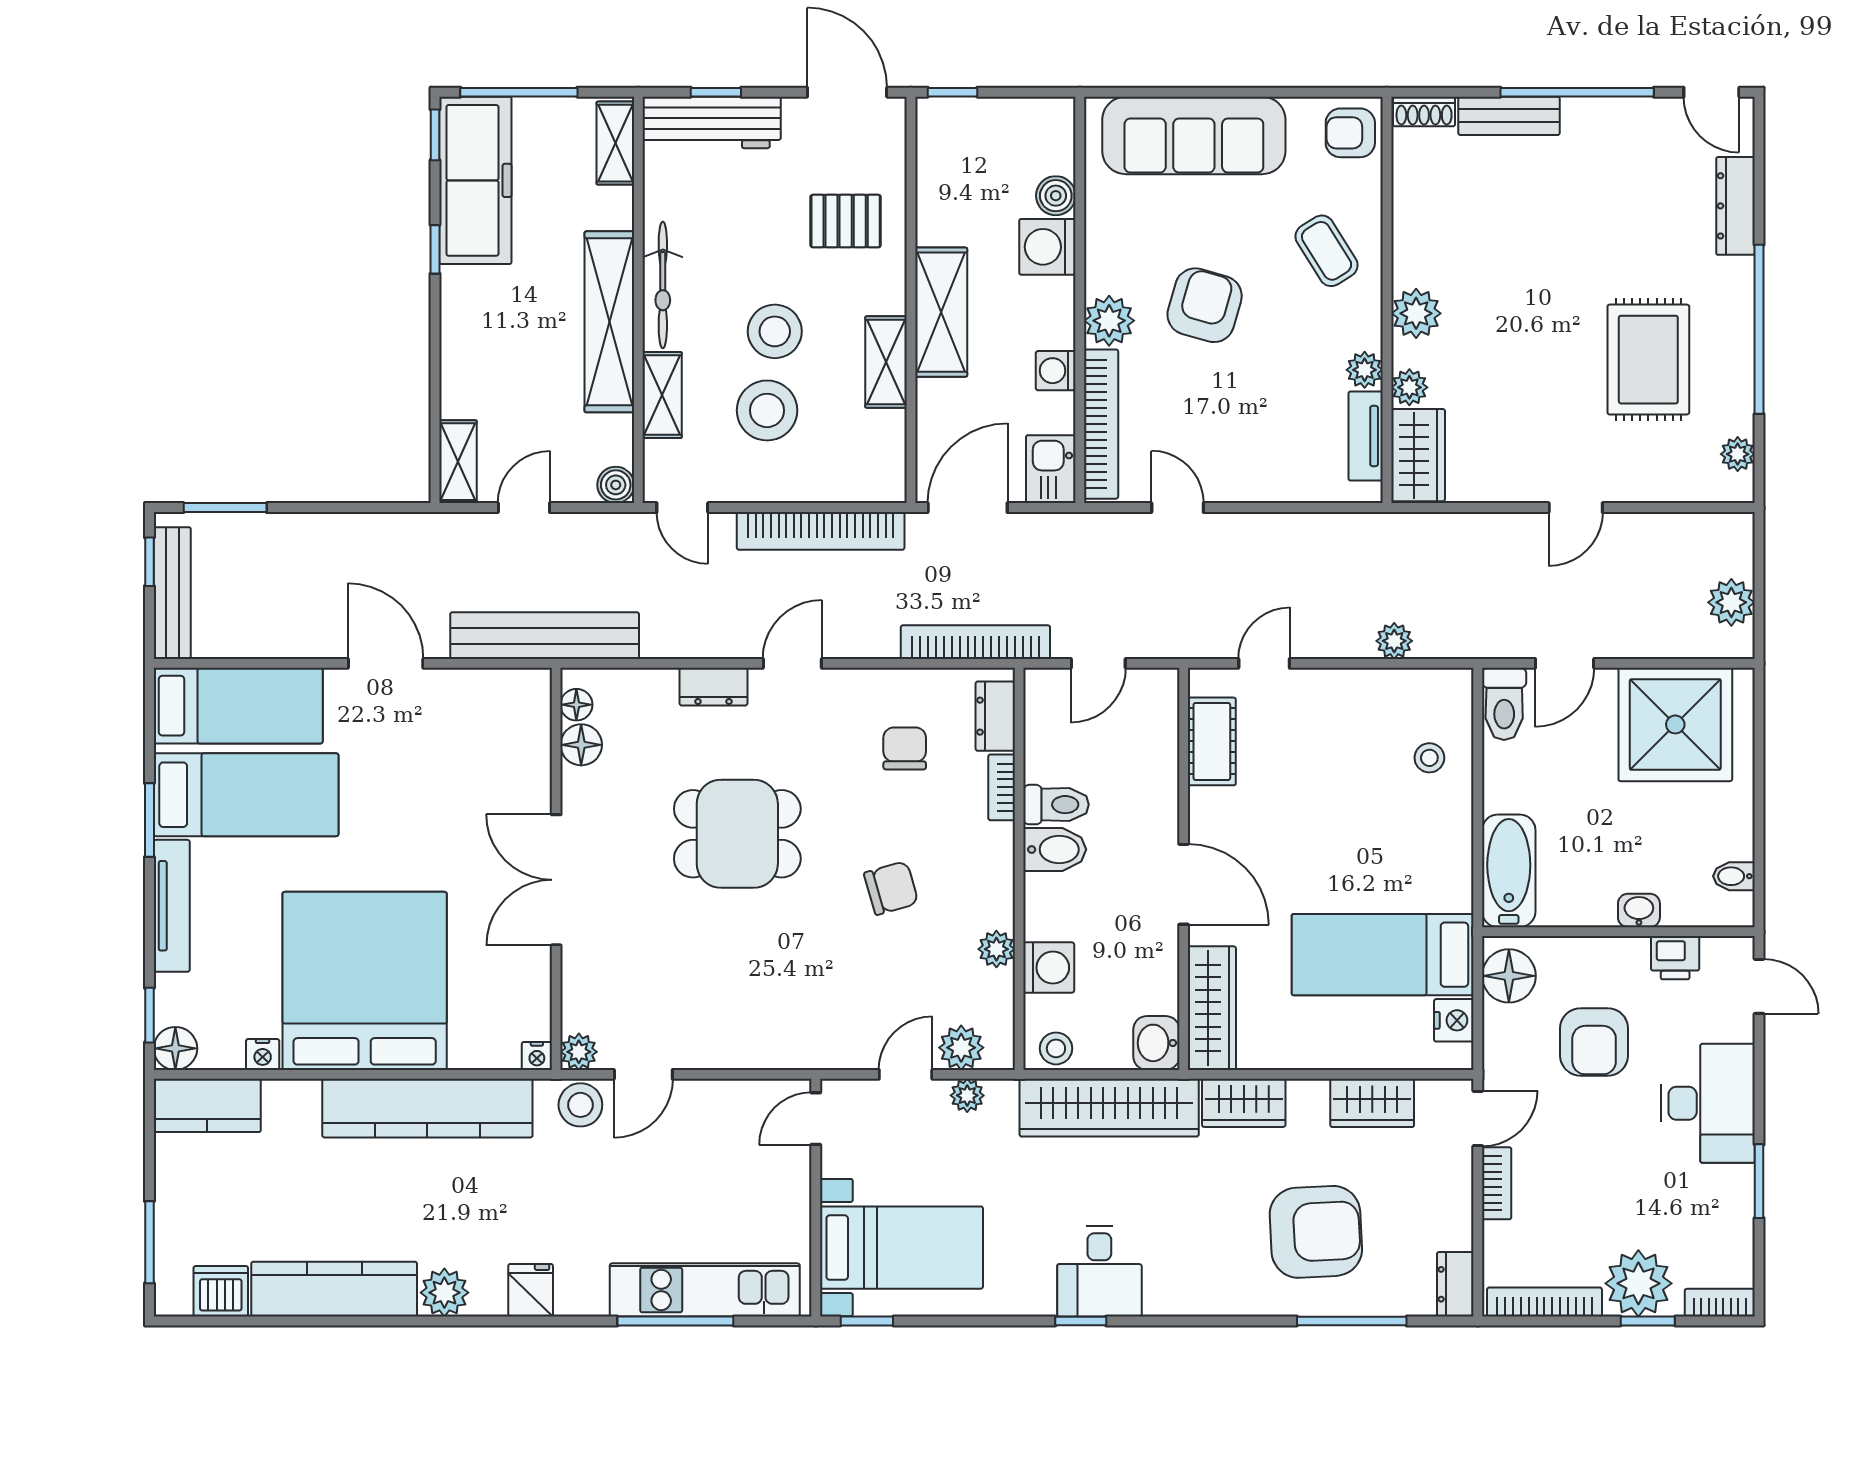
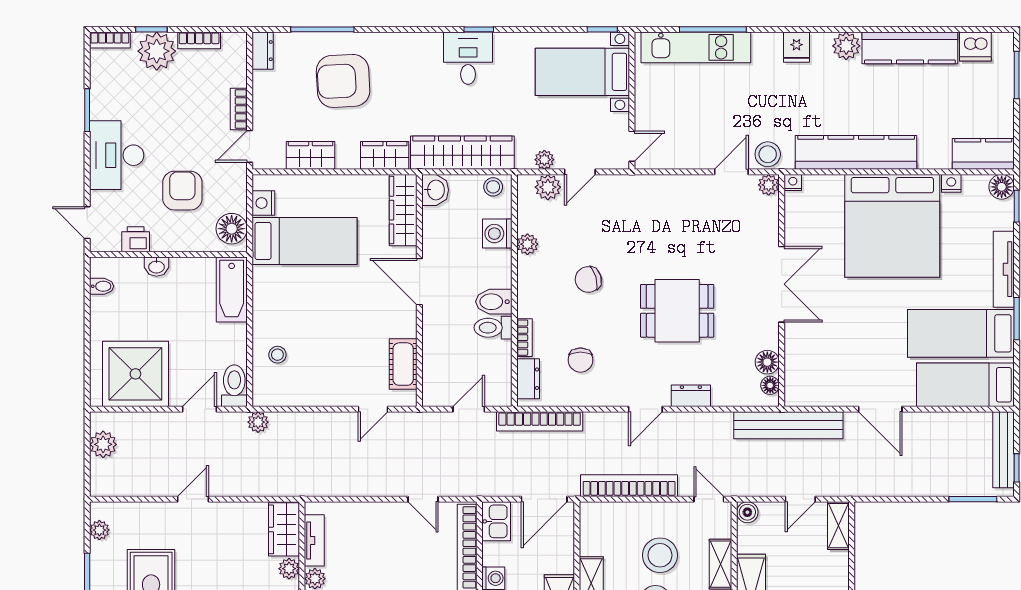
plant: (1394, 641) -> (258, 422), moved
bookcase: (1544, 1302) -> (199, 40), width x0.64

